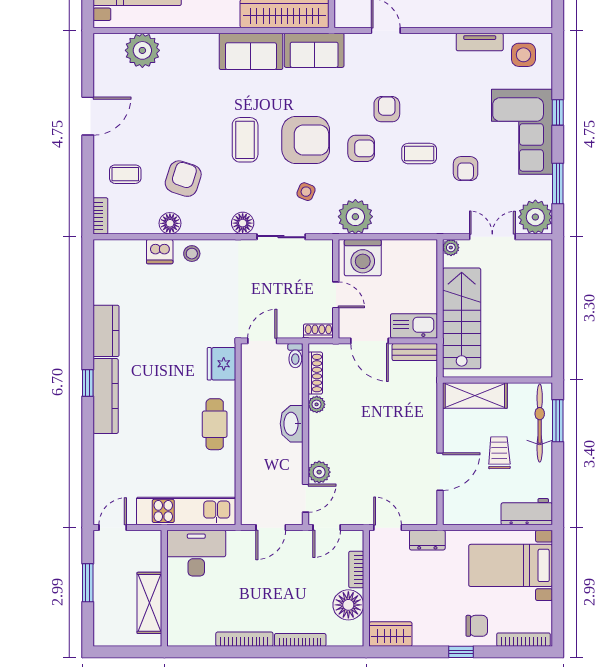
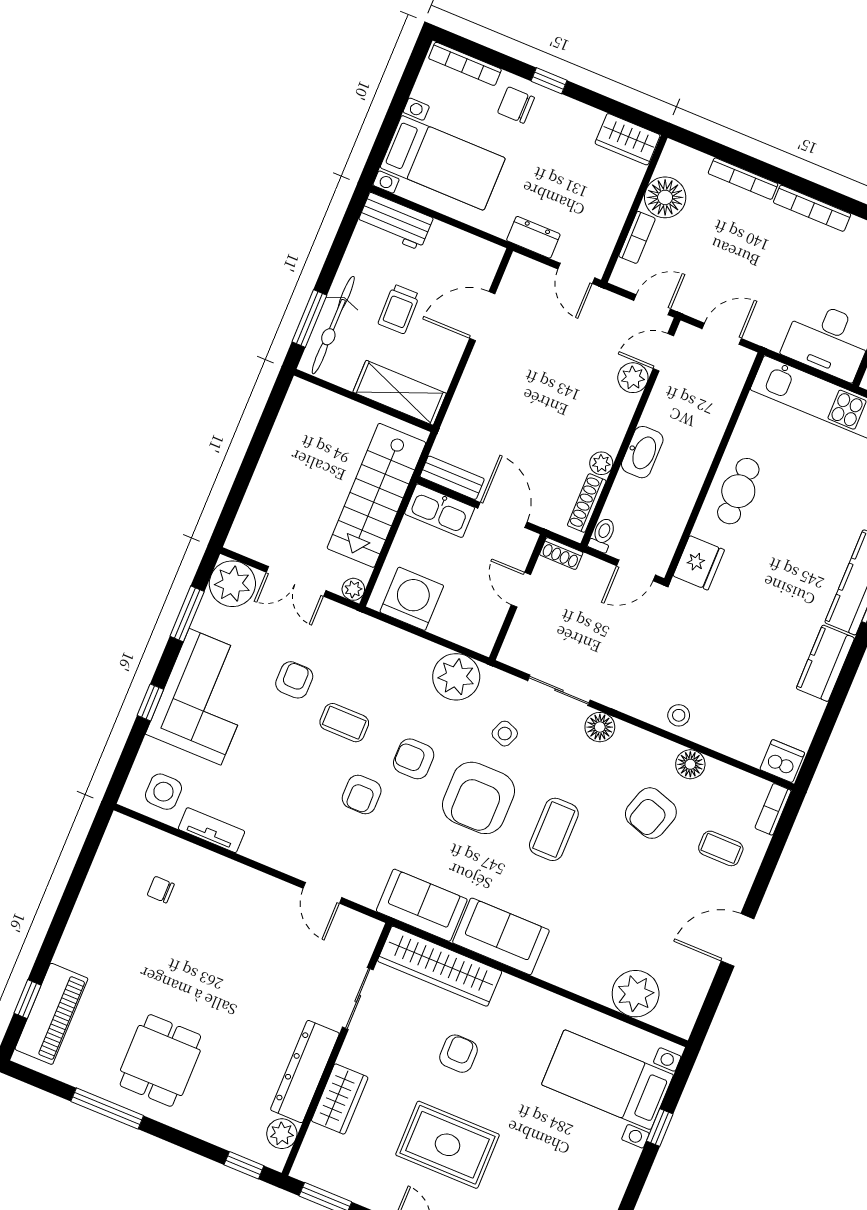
armchair: (306, 140) -> (478, 798), turned -90
dishwasher: (160, 252) -> (782, 761), moved
washing machine: (363, 258) -> (412, 599), moved

